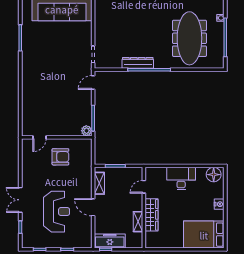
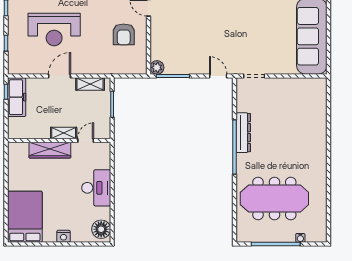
door: (144, 187) -> (86, 140), hinge flipped
shelving: (138, 222) -> (64, 133), moved

